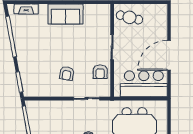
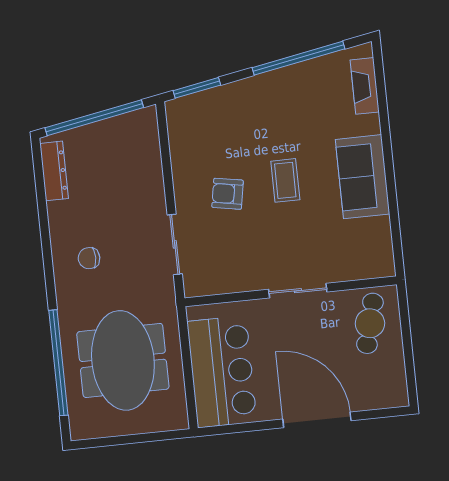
coffee table: (64, 48) -> (285, 180), added
door: (169, 55) -> (317, 420), moved
armchair: (100, 72) -> (239, 269), removed

